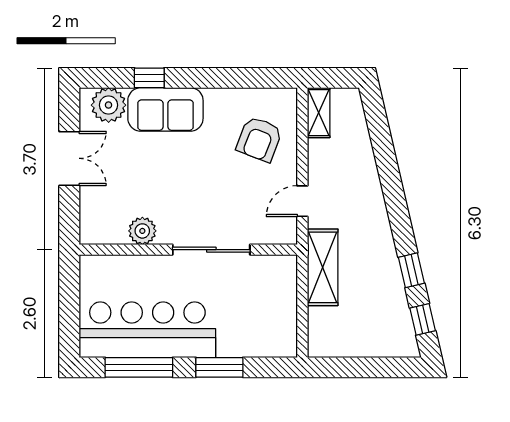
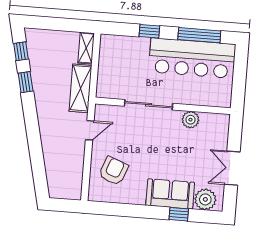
shelving: (319, 113) -> (86, 48), moved
window: (219, 367) -> (149, 31), width x0.67

